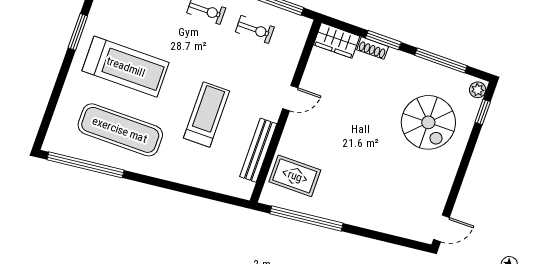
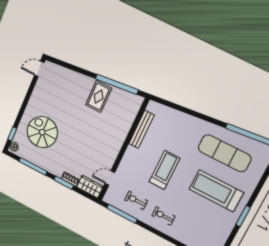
door: (290, 98) -> (110, 178), moved
treadmill: (207, 115) -> (165, 170), moved, turned 180
rug: (295, 176) -> (99, 97), moved, turned 90

